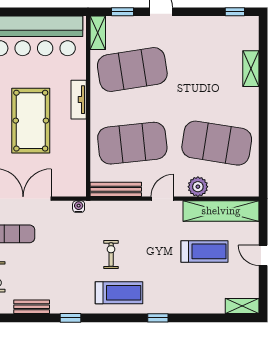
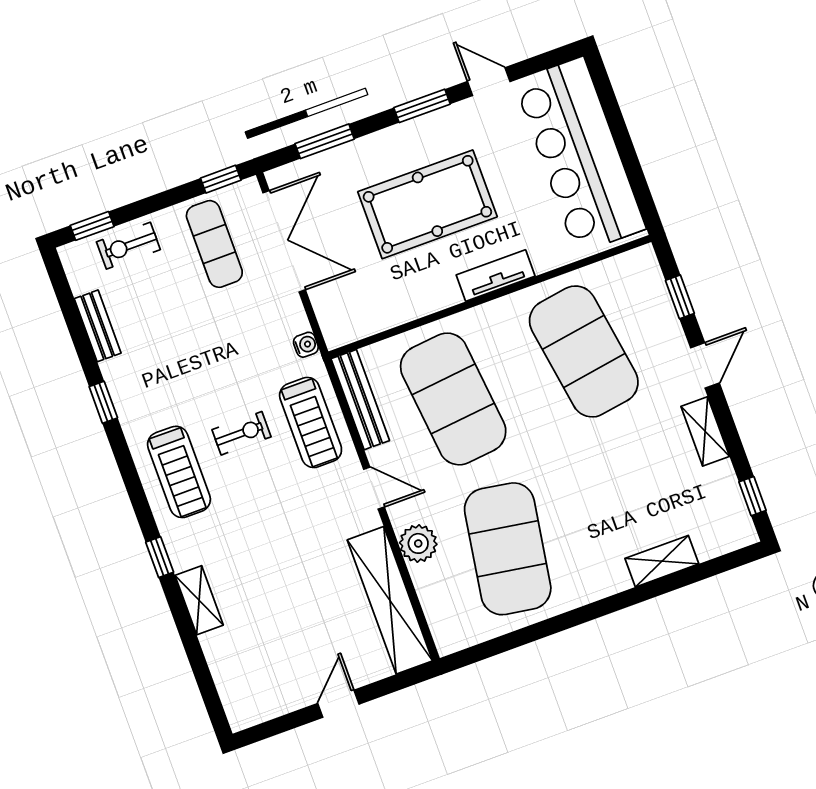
shelving: (98, 33) -> (705, 431), moved, turned 90
treadmill: (204, 251) -> (311, 423), moved
shelving: (242, 306) -> (199, 600), moved

